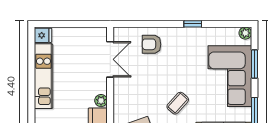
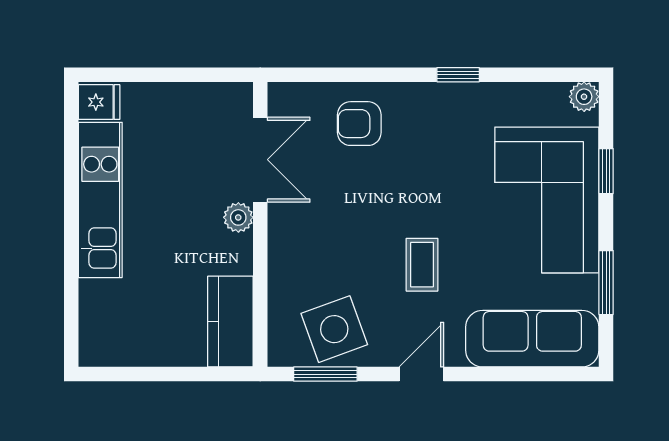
window: (254, 64) -> (606, 171), width x0.67
plant: (101, 101) -> (238, 217), moved
coffee table: (178, 103) -> (422, 265), turned -42

